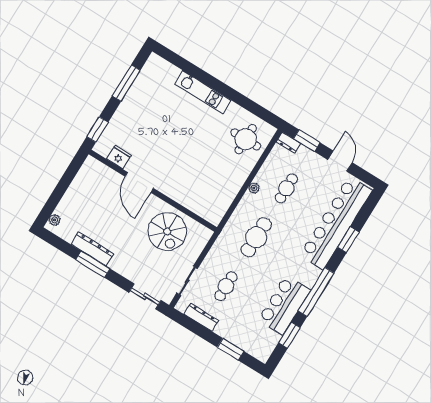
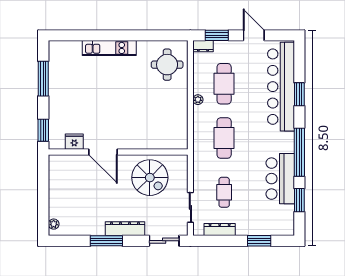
cafe table: (286, 188) -> (224, 84), width x1.37, depth x1.35
dresser: (92, 249) -> (125, 229), moved

